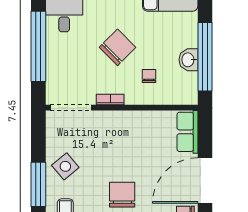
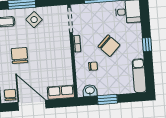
window: (205, 57) -> (107, 99), width x0.47
washbasin: (188, 60) -> (90, 91), moved
chair: (122, 195) -> (20, 55), turned -90

